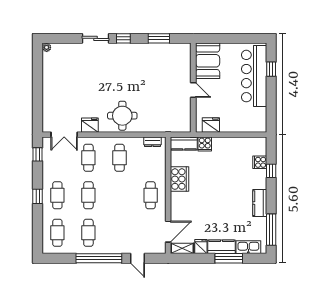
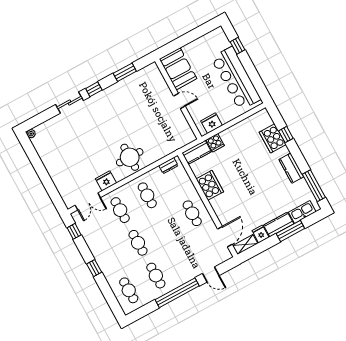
bar counter: (254, 76) -> (236, 78), moved
cooker: (260, 162) -> (273, 138), width x1.87, depth x1.31
cafe table: (57, 195) -> (111, 258), removed

